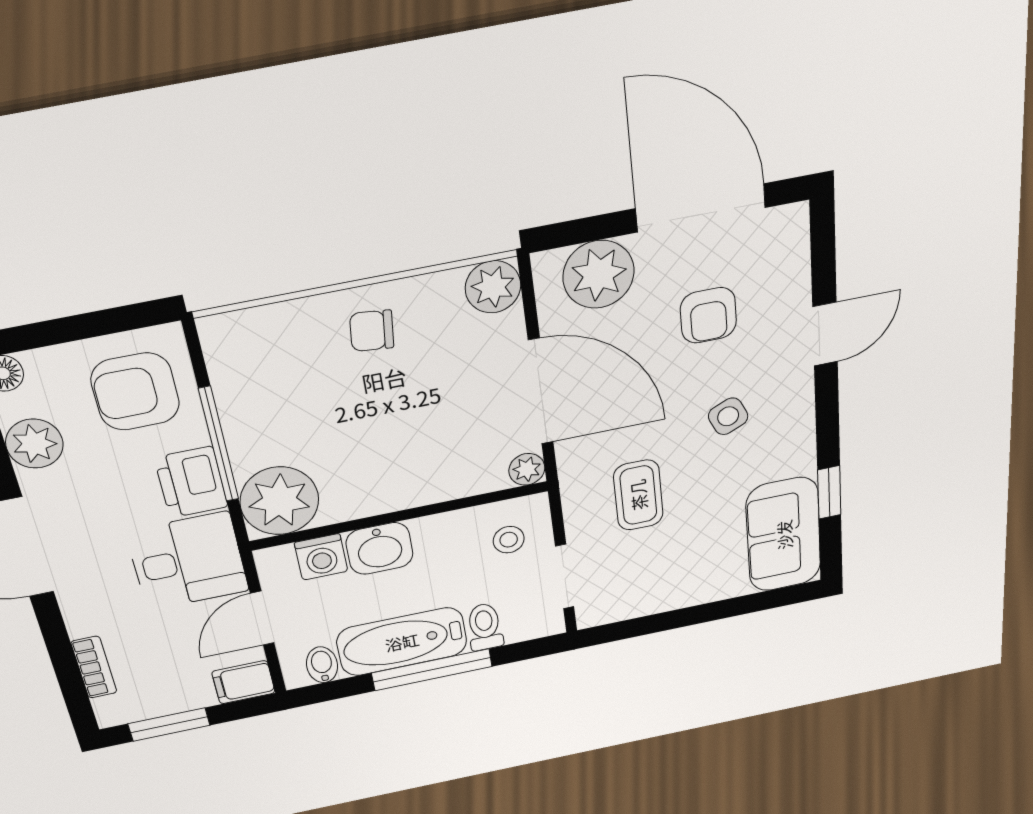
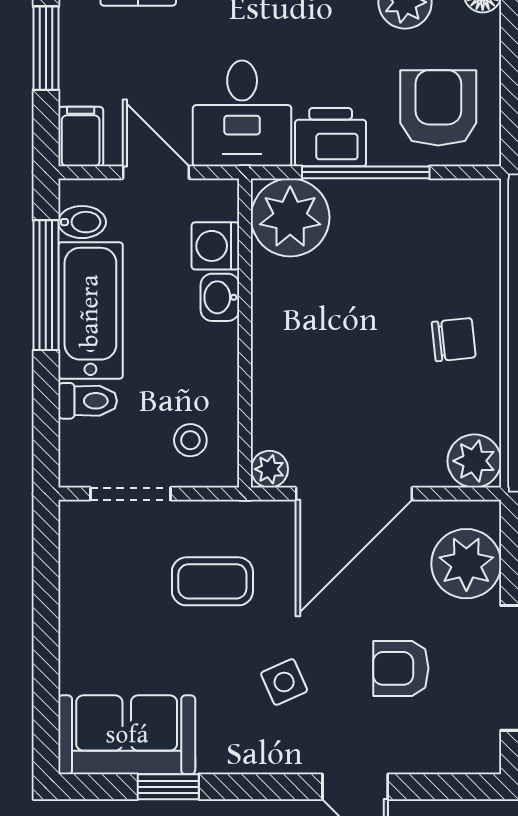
chair: (372, 331) -> (454, 340), turned 78
washbasin: (380, 549) -> (220, 297), width x0.72, depth x0.69
window: (432, 670) -> (46, 285), moved

